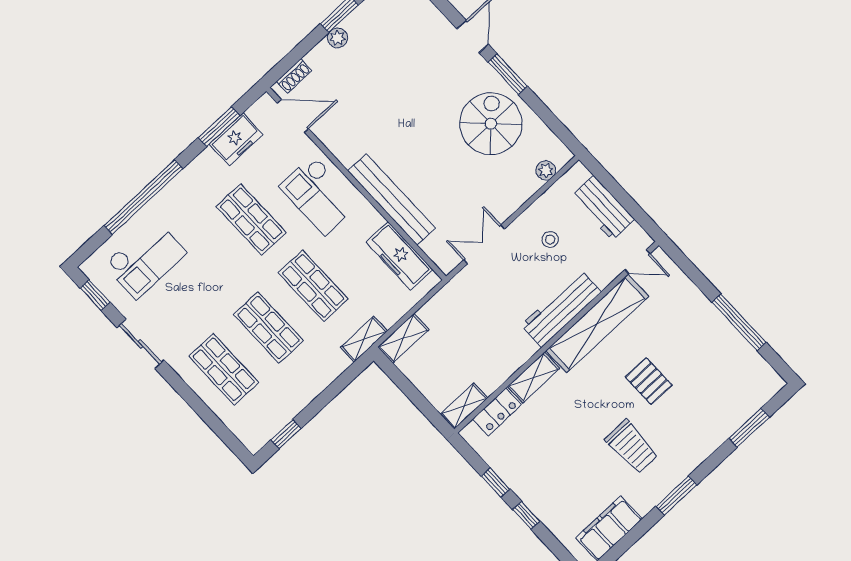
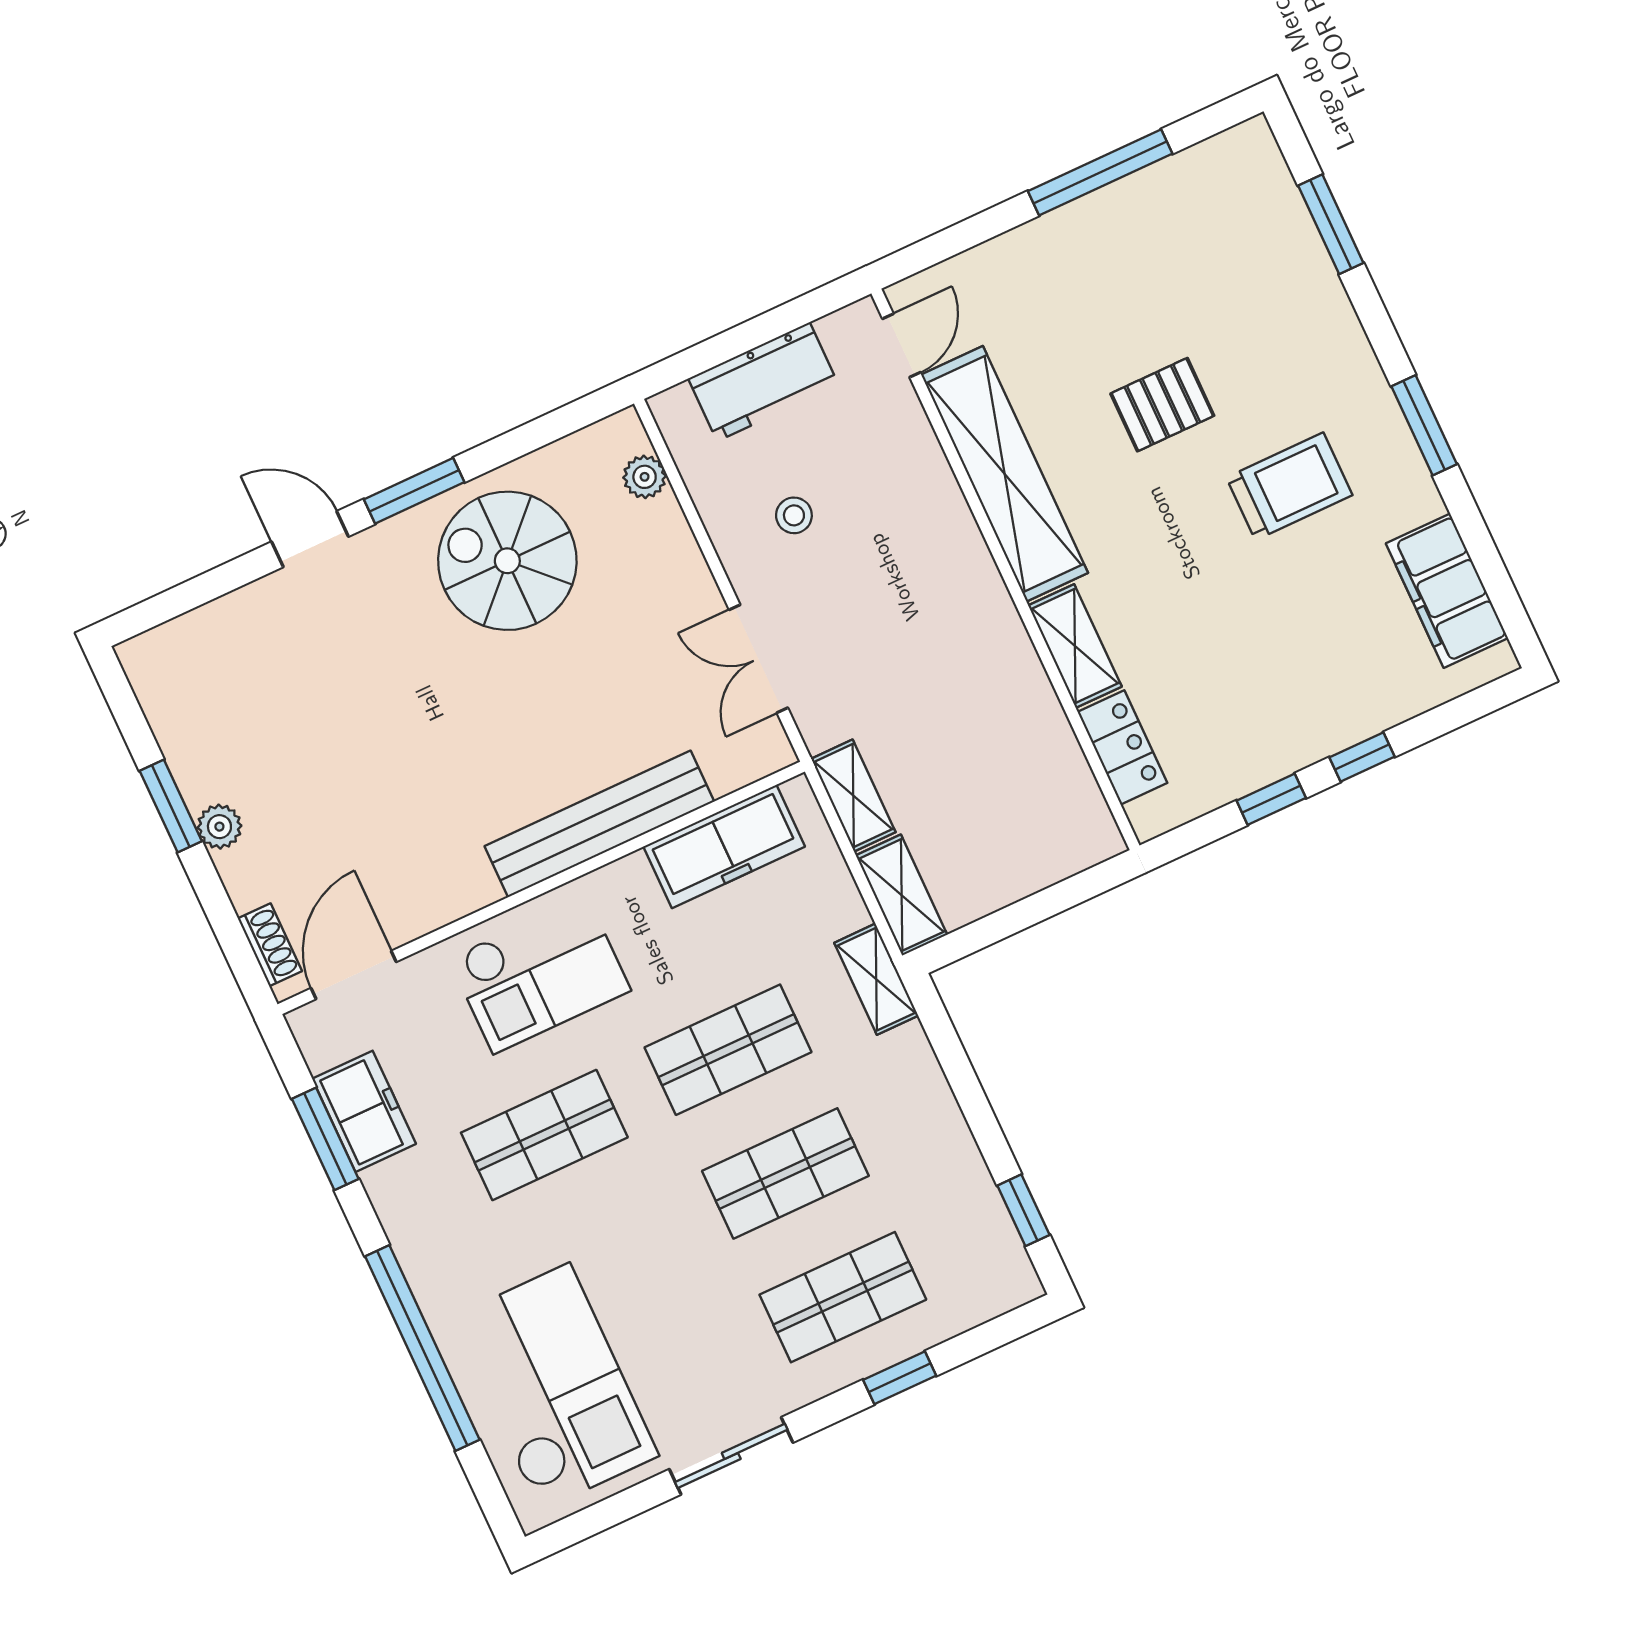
checkout: (145, 259) -> (554, 1387), width x1.36, depth x1.21
window: (95, 295) -> (900, 1378), moved
workbench: (561, 309) -> (948, 540), removed
shelving: (464, 406) -> (853, 795), moved

